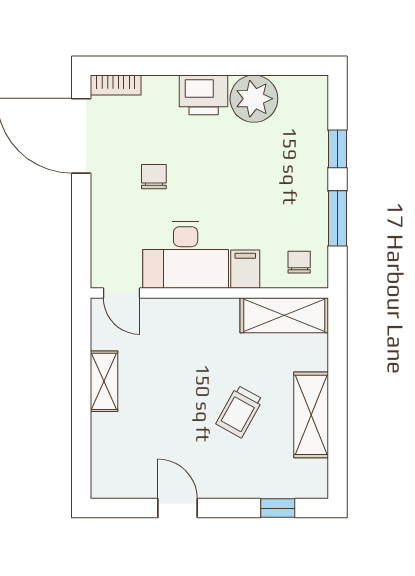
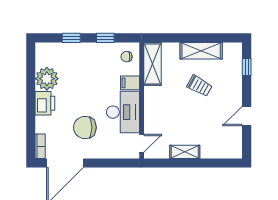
chair: (154, 177) -> (85, 127), width x1.87, depth x1.87
window: (337, 218) -> (105, 38), width x0.67

